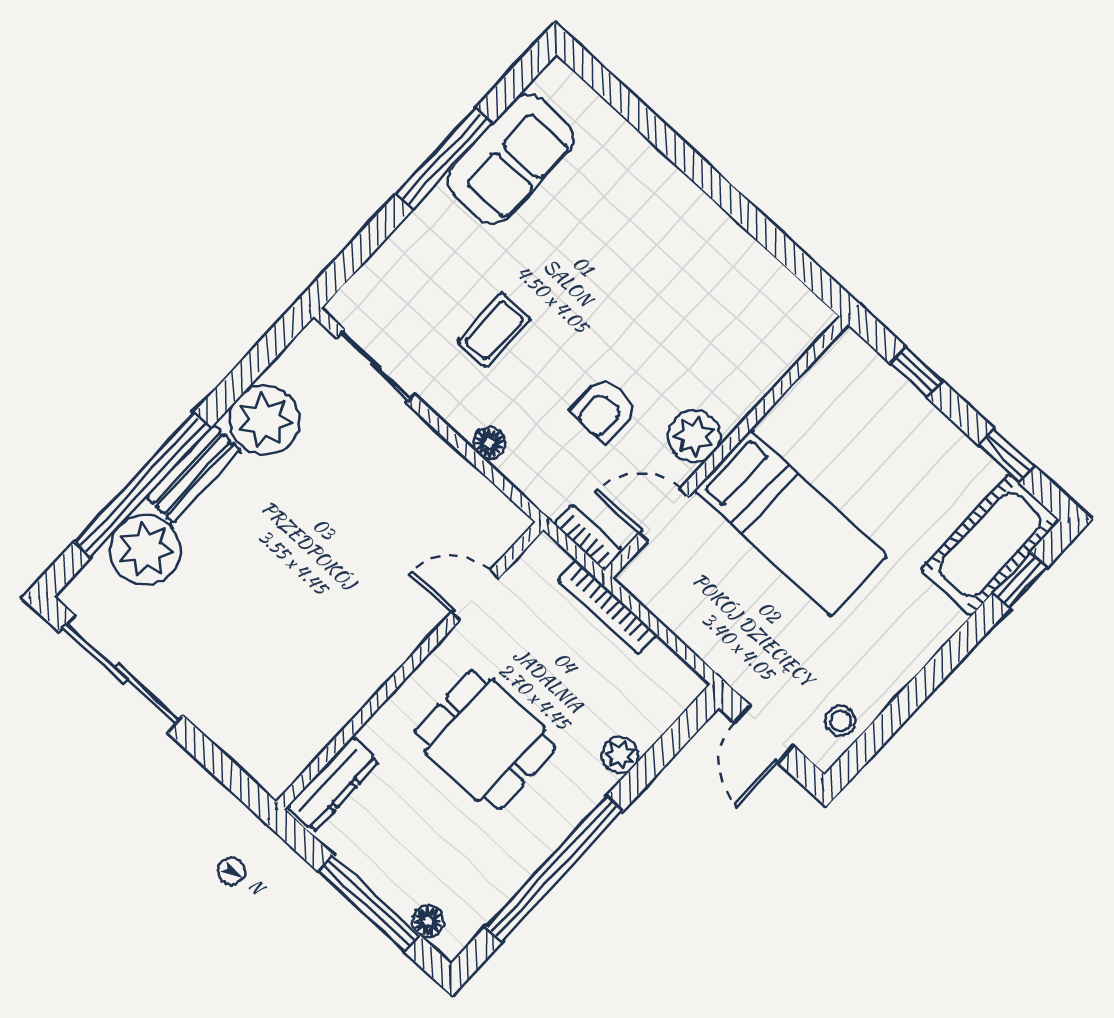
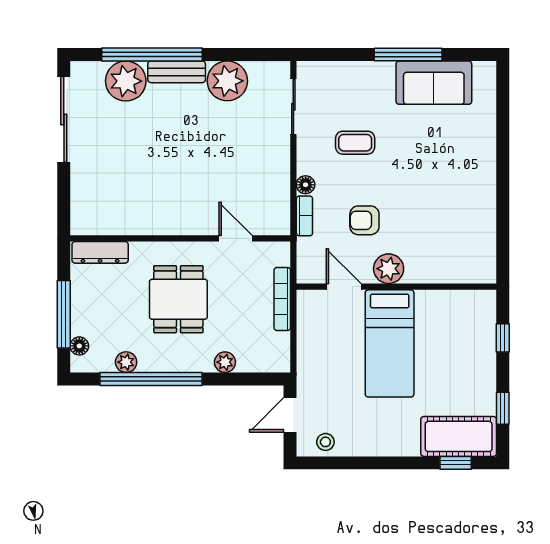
bookcase: (588, 537) -> (304, 216), moved
plant: (503, 881) -> (126, 362), added

